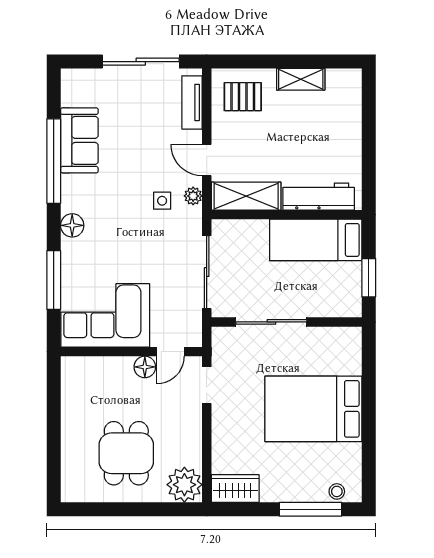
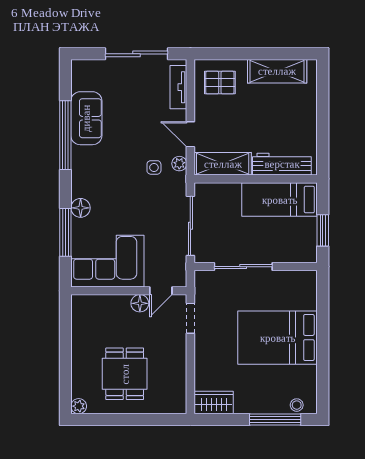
shelving: (301, 79) -> (277, 71), width x1.50, depth x1.33
floor lamp: (72, 225) -> (81, 208), moved
plant: (184, 485) -> (79, 406), moved, width x0.53, depth x0.53

